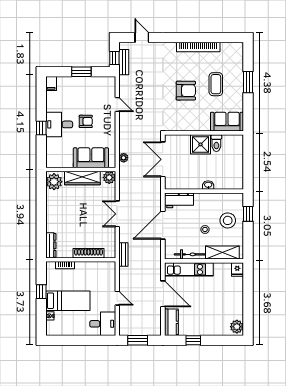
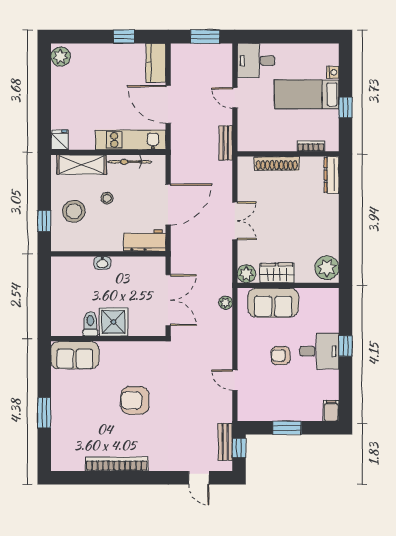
coffee table: (216, 84) -> (91, 410), removed
wardrobe: (82, 178) -> (277, 273), width x0.67
bench: (123, 254) -> (226, 143), moved

